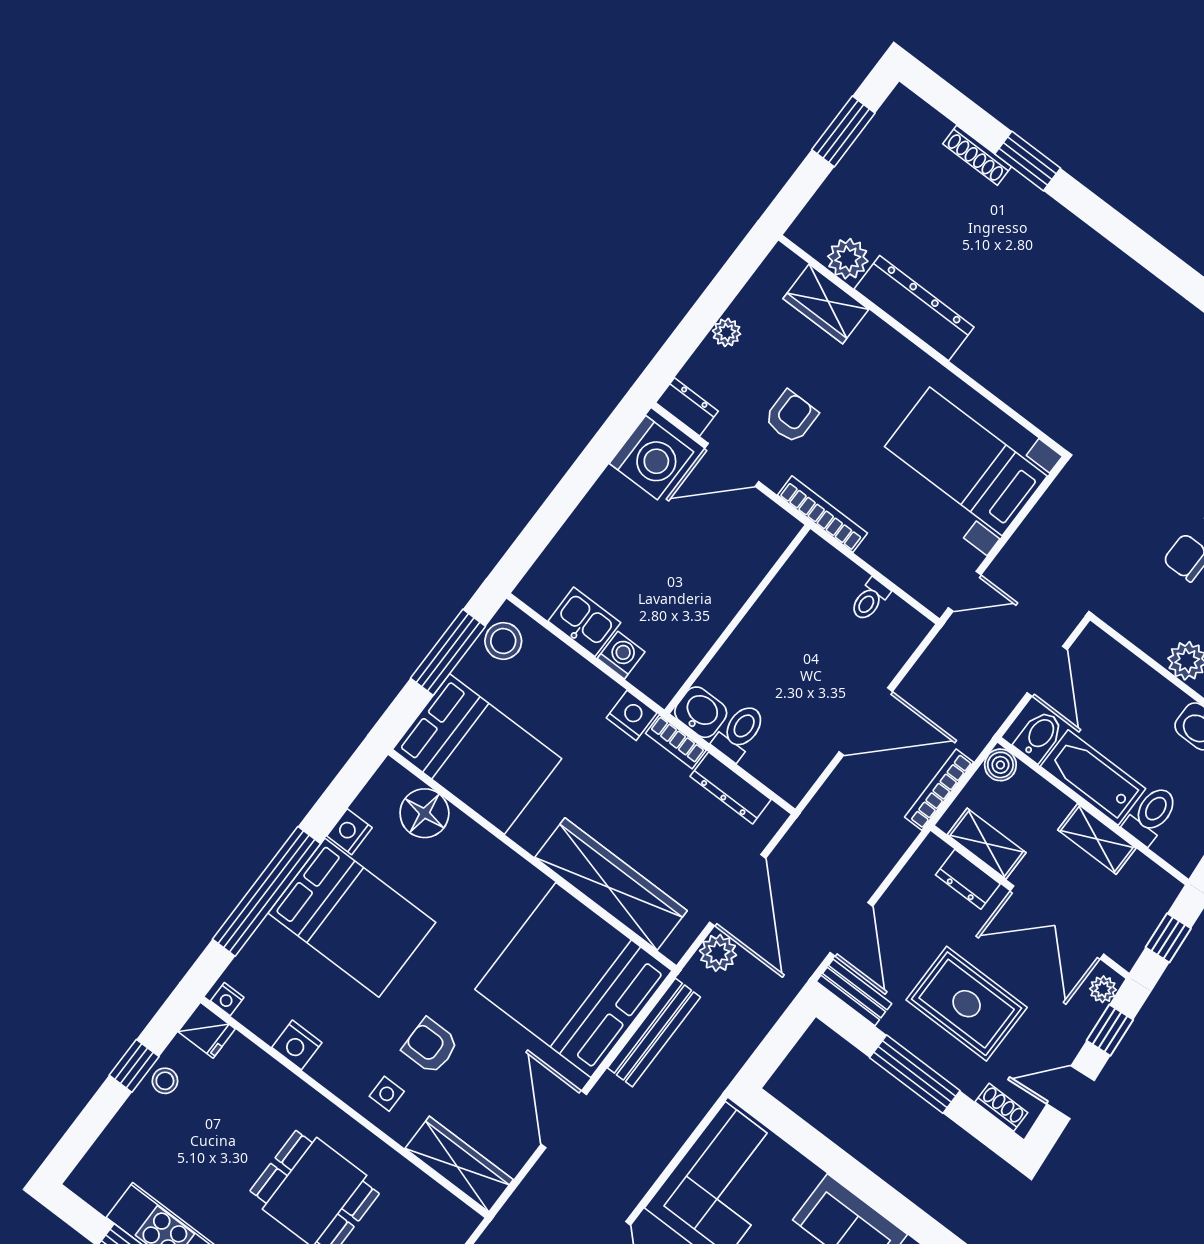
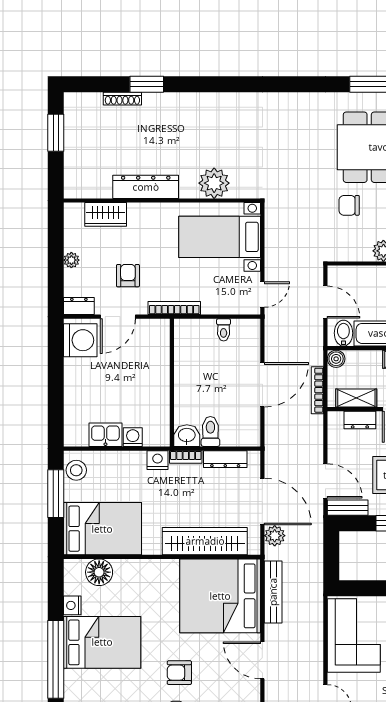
plant: (848, 259) -> (214, 183), moved, width x1.36, depth x1.36

